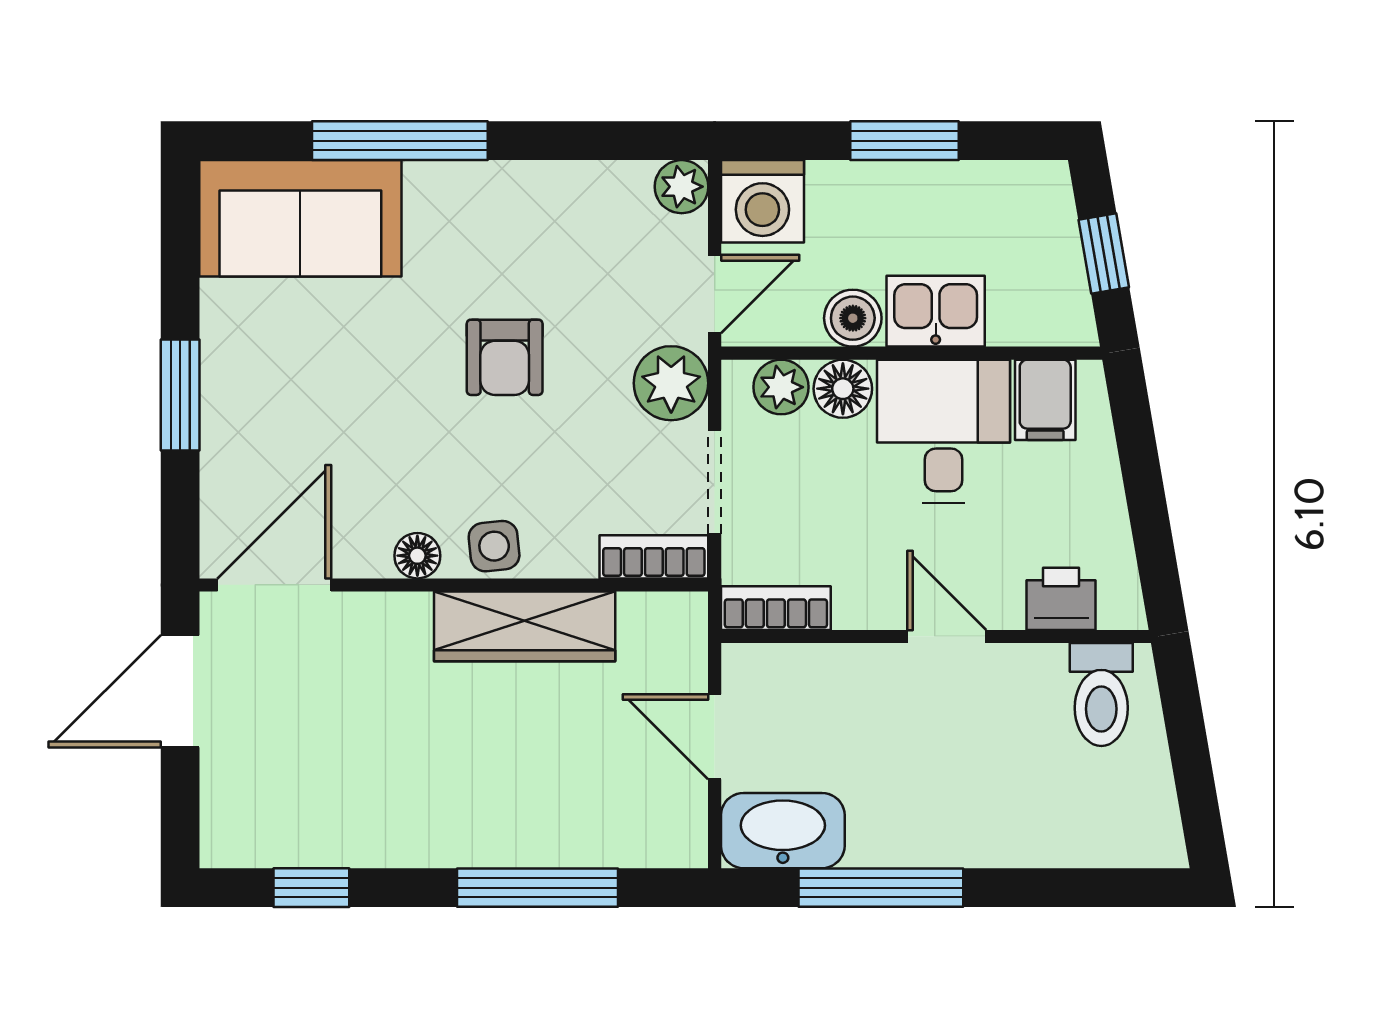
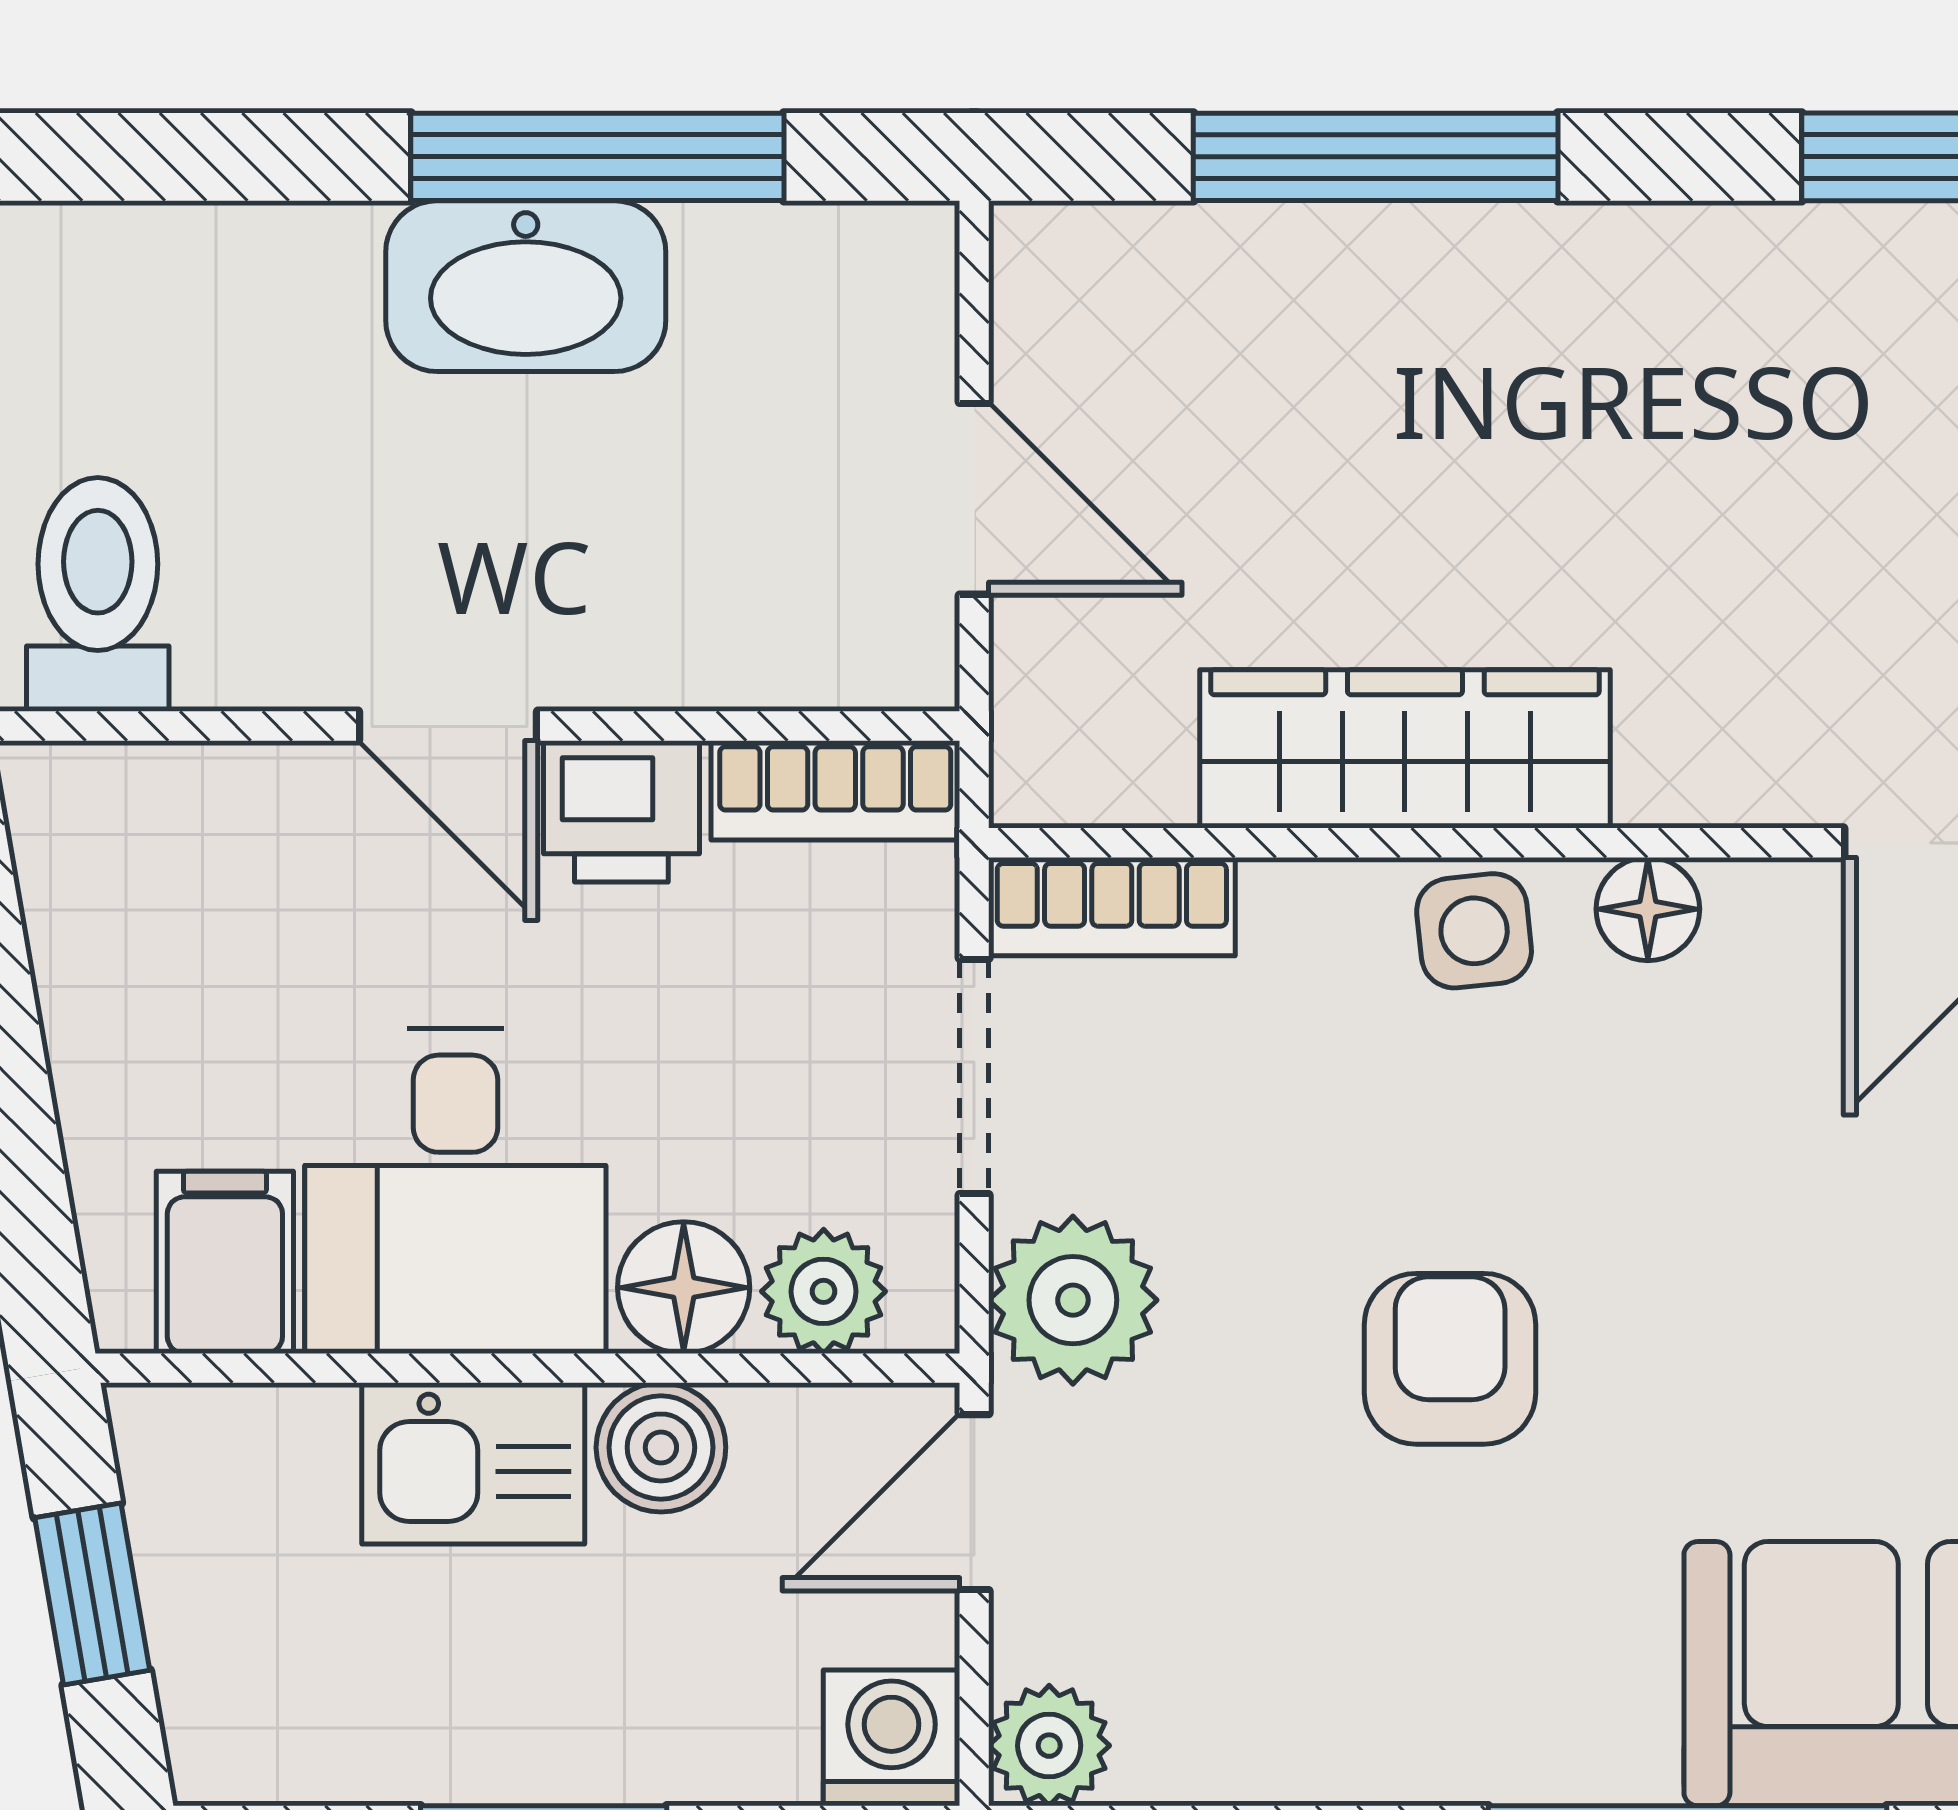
washing machine: (762, 201) -> (892, 1738), width x0.73, depth x0.73
printer: (1061, 599) -> (621, 811), moved
washbasin: (783, 831) -> (526, 286), moved

